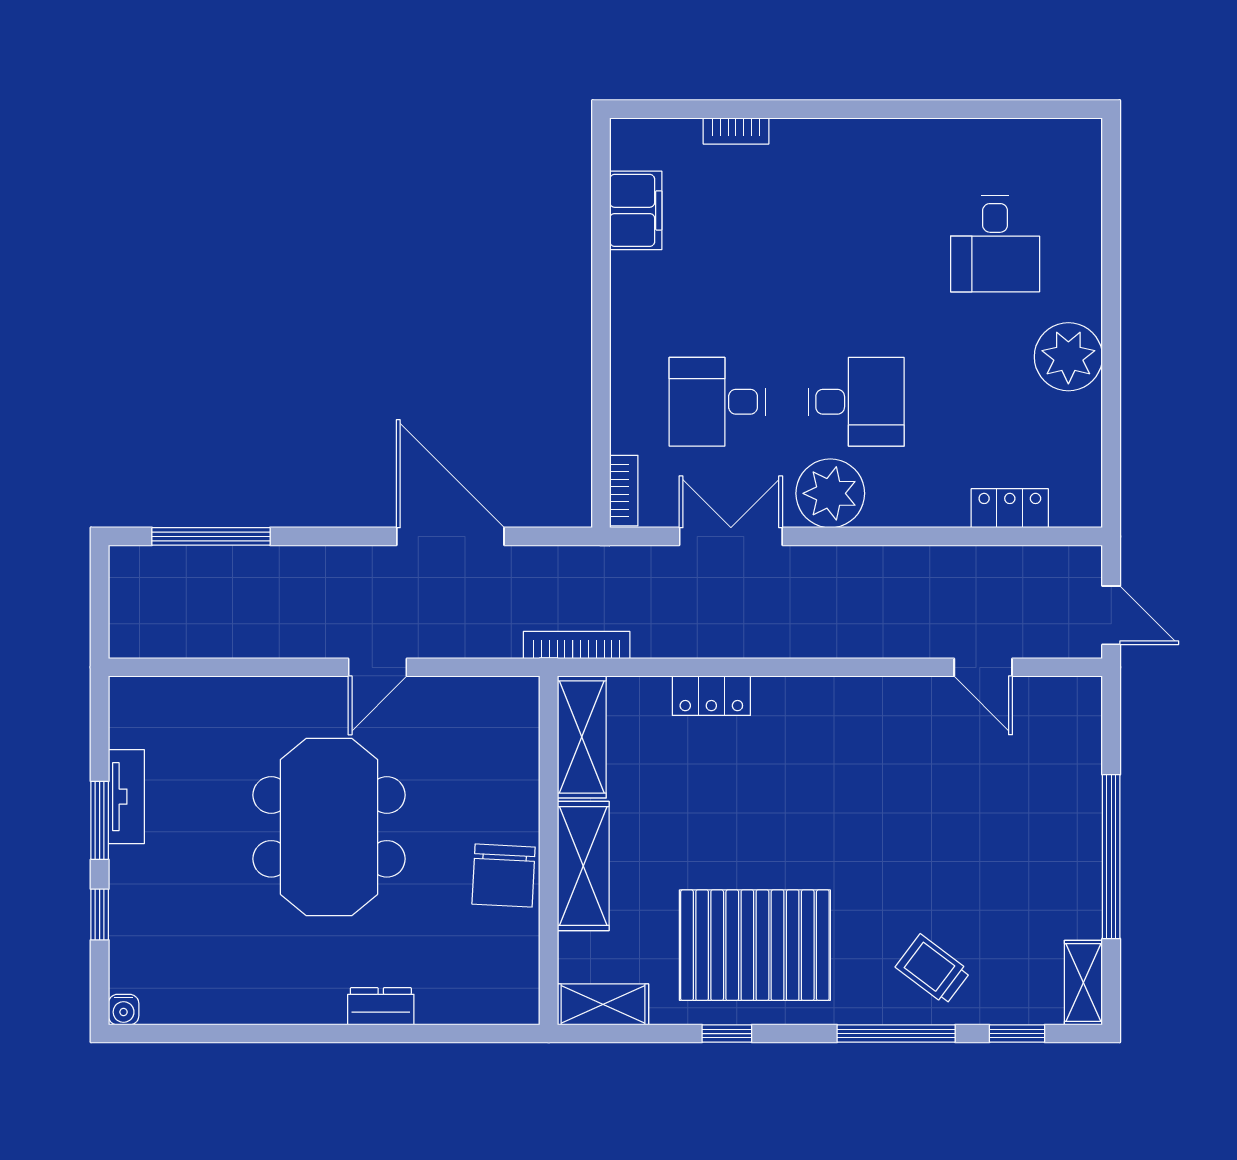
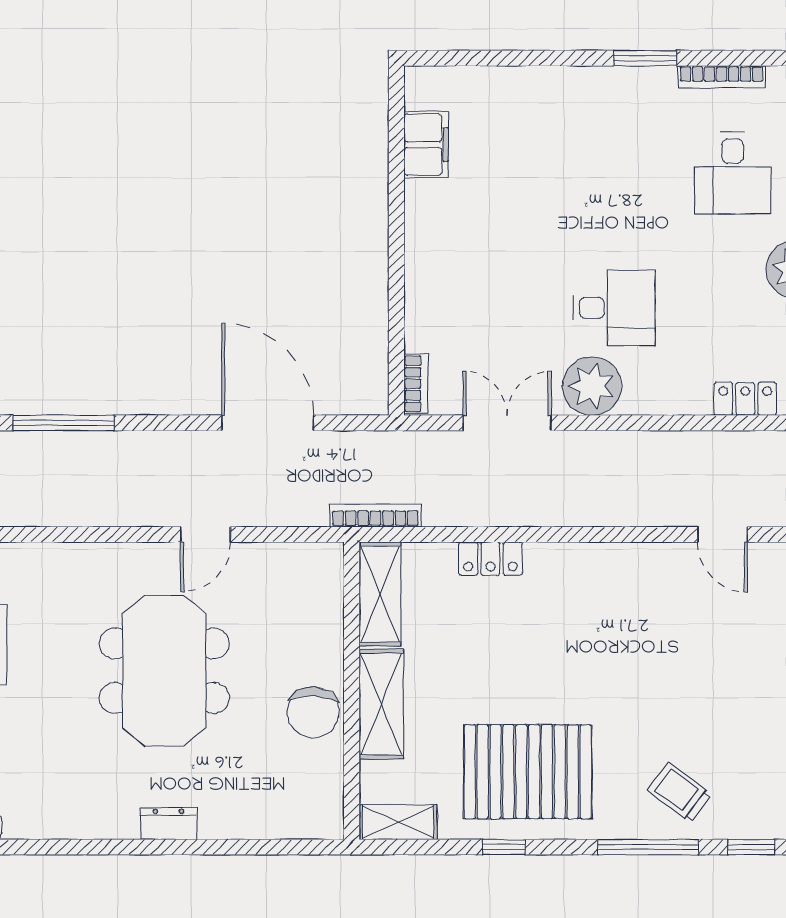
window: (893, 109) -> (645, 58), added
bookcase: (736, 131) -> (722, 77), moved, width x1.56
desk: (717, 402) -> (495, 308), removed
dresser: (381, 1006) -> (168, 824), moved

